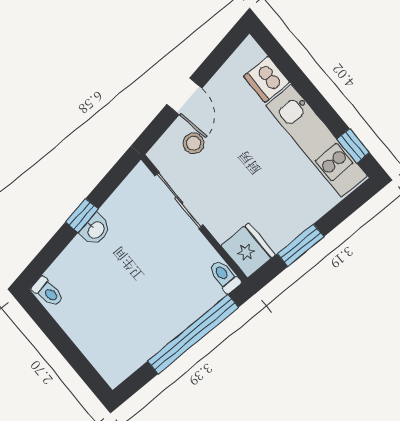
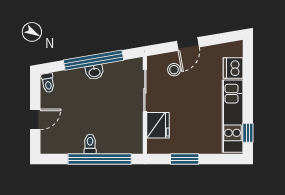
window: (82, 216) -> (94, 60), width x3.17
fridge: (248, 250) -> (158, 125), moved
toilet: (224, 276) -> (90, 144), moved
door: (70, 352) -> (35, 119), added

